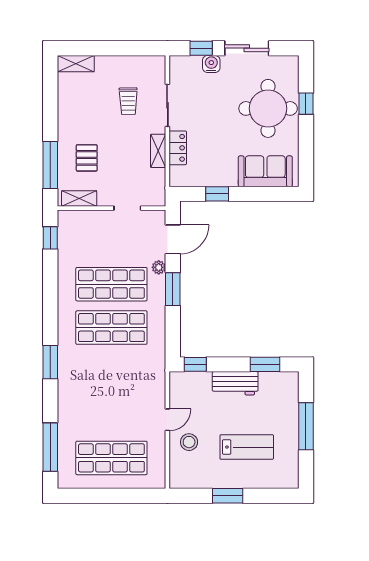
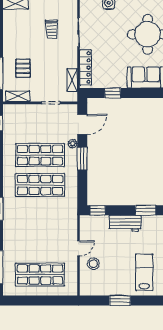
locker: (178, 148) -> (86, 68), width x1.53
shelving: (158, 151) -> (72, 80), moved
lab bench: (247, 447) -> (144, 272), moved, turned -90

